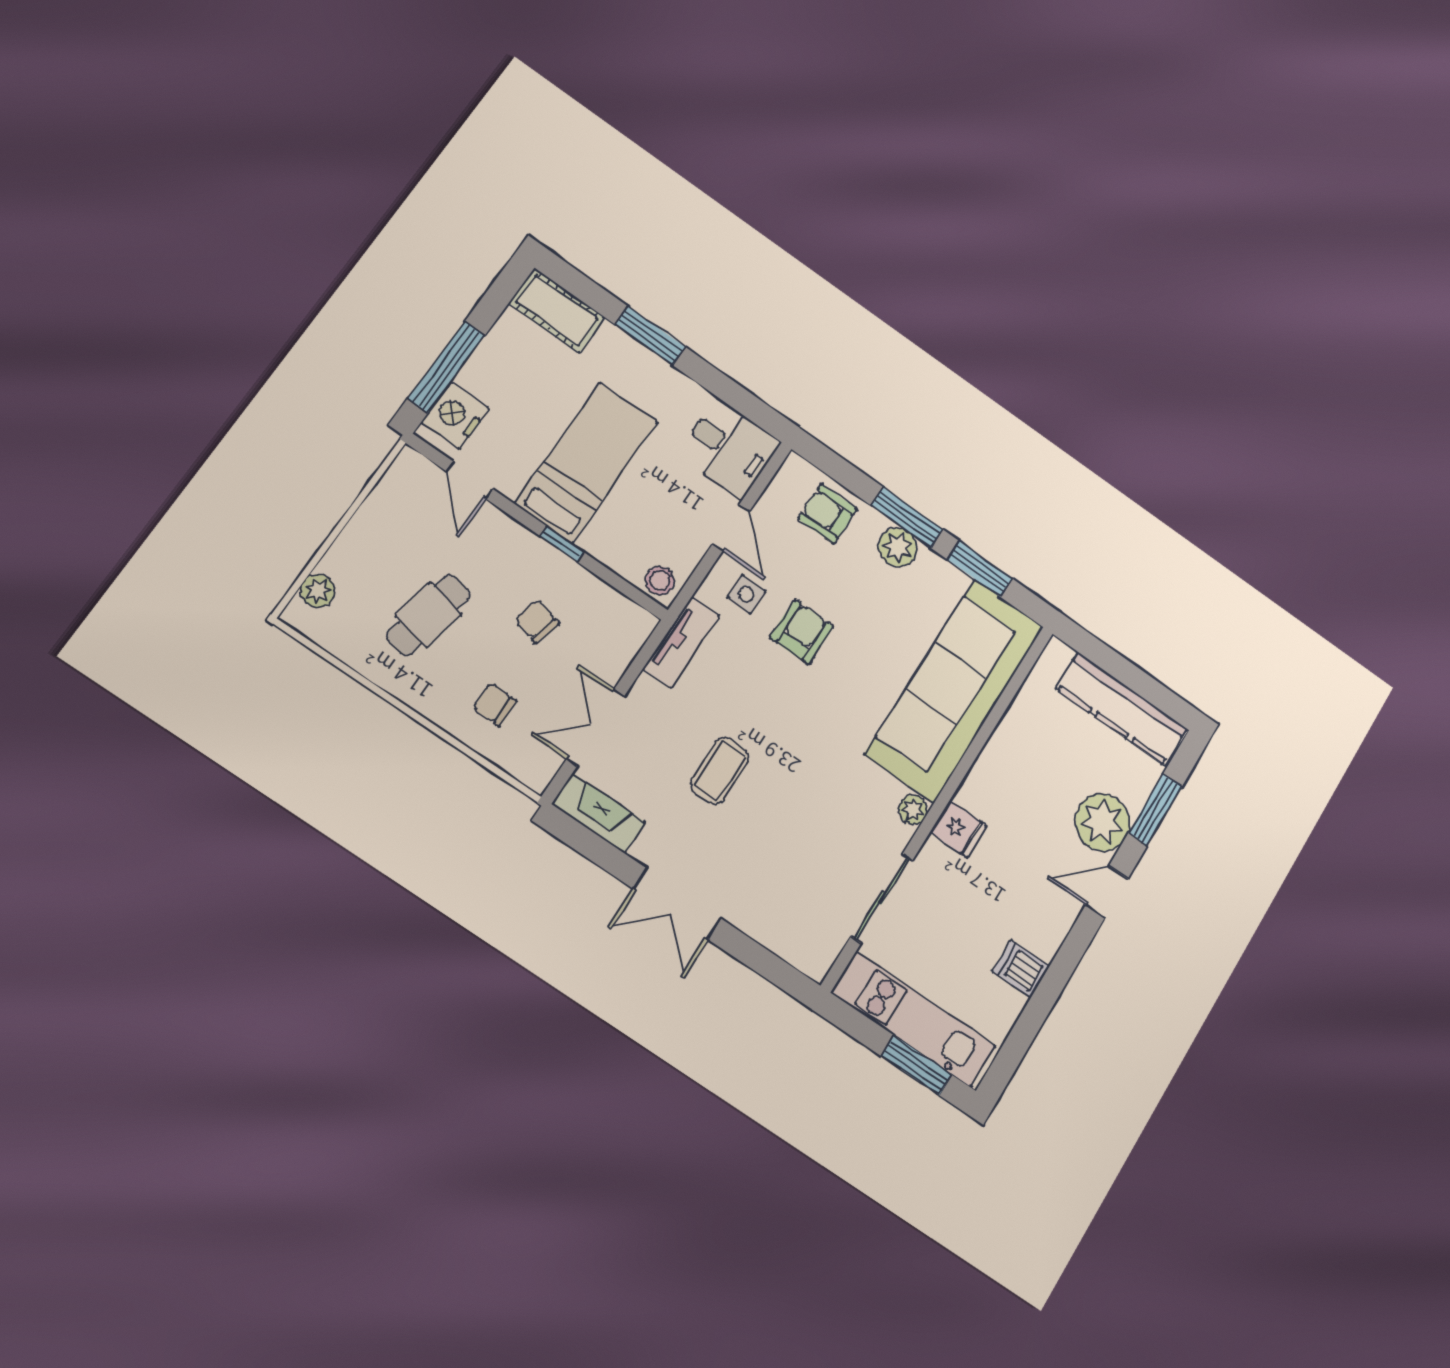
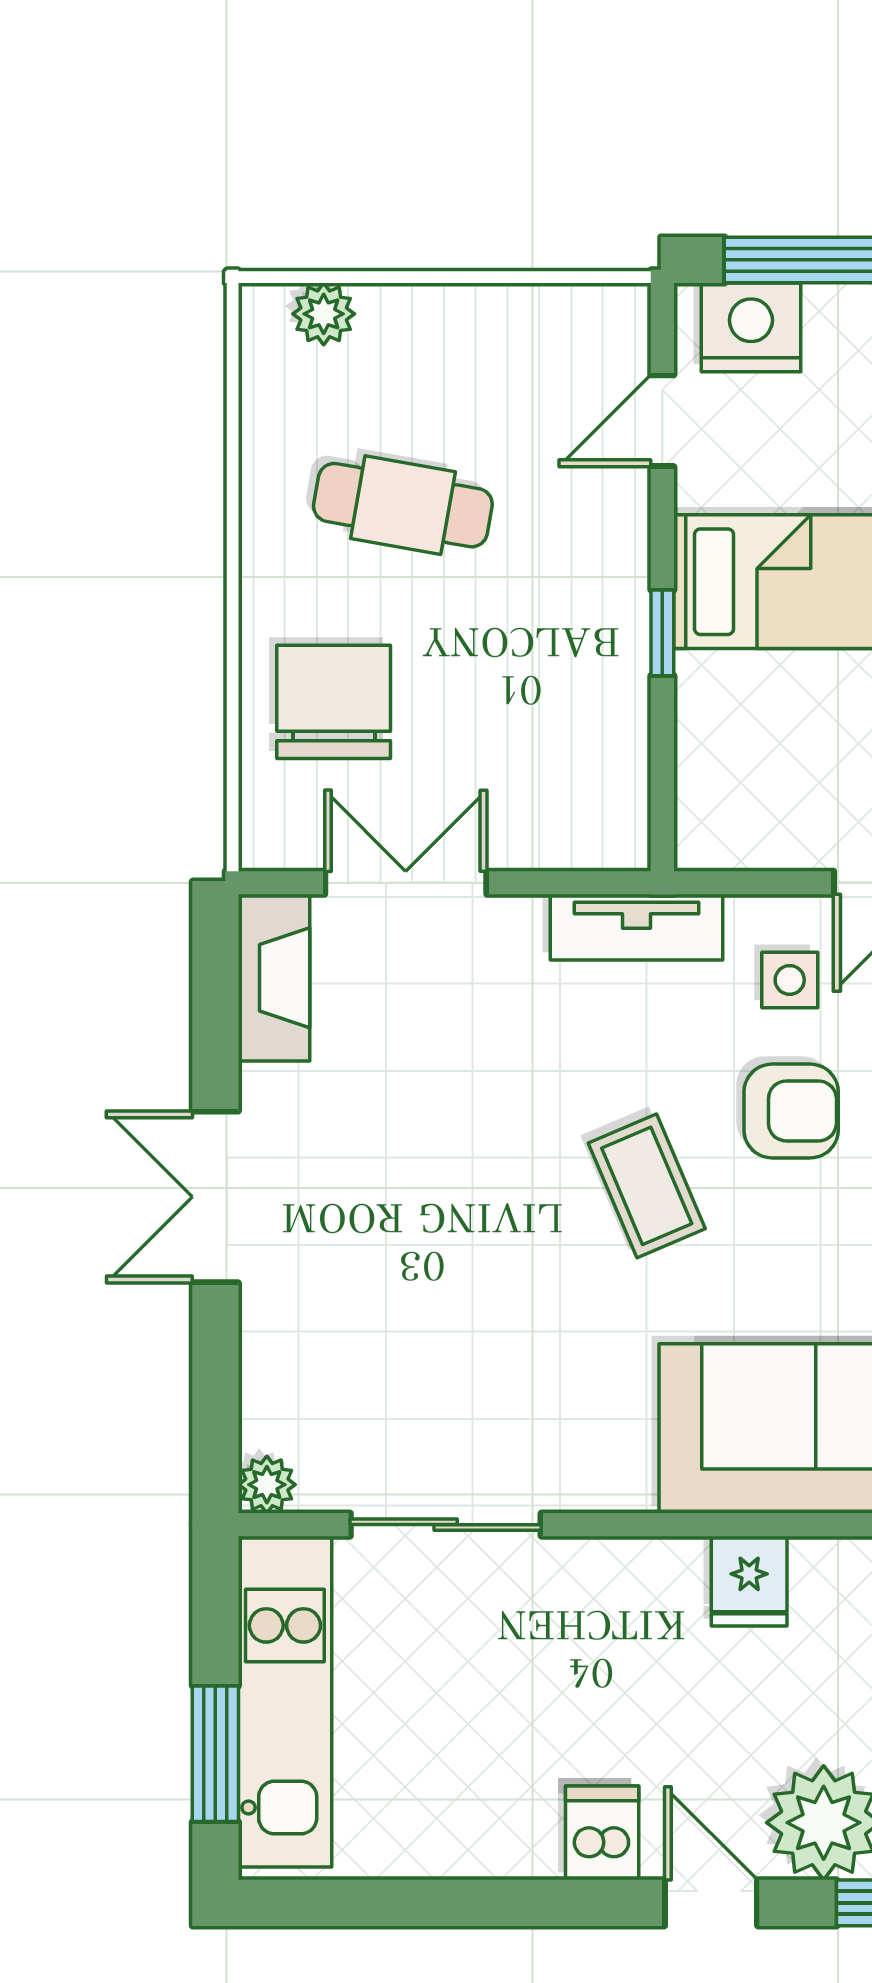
stool: (660, 581) -> (713, 827), removed
chair: (537, 621) -> (510, 678), removed
chair: (495, 705) -> (334, 702), width x1.87, depth x1.87
coffee table: (720, 771) -> (647, 1186), moved, turned 67
plant: (913, 810) -> (267, 1485), moved
fridge: (958, 829) -> (749, 1581), moved
dishwasher: (1021, 969) -> (602, 1833), moved

